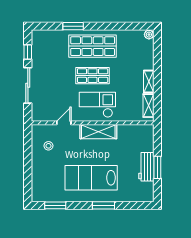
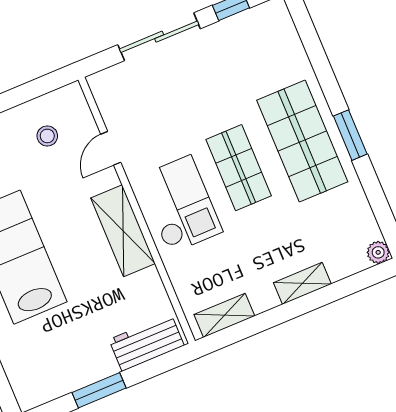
window: (73, 26) -> (350, 135), moved
shelving: (149, 81) -> (302, 283), moved
door: (64, 123) -> (111, 148), swing flipped
workbench: (146, 167) -> (147, 343), moved

